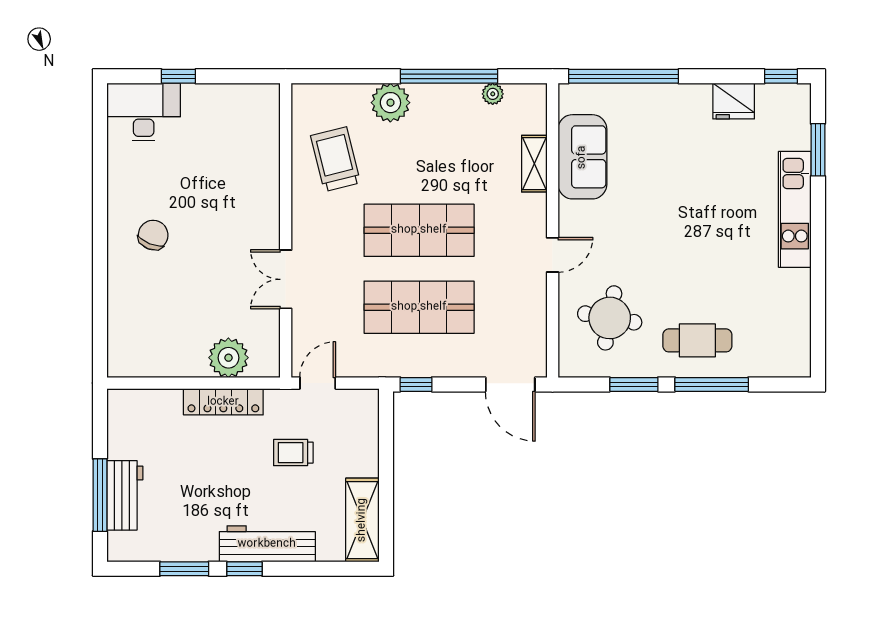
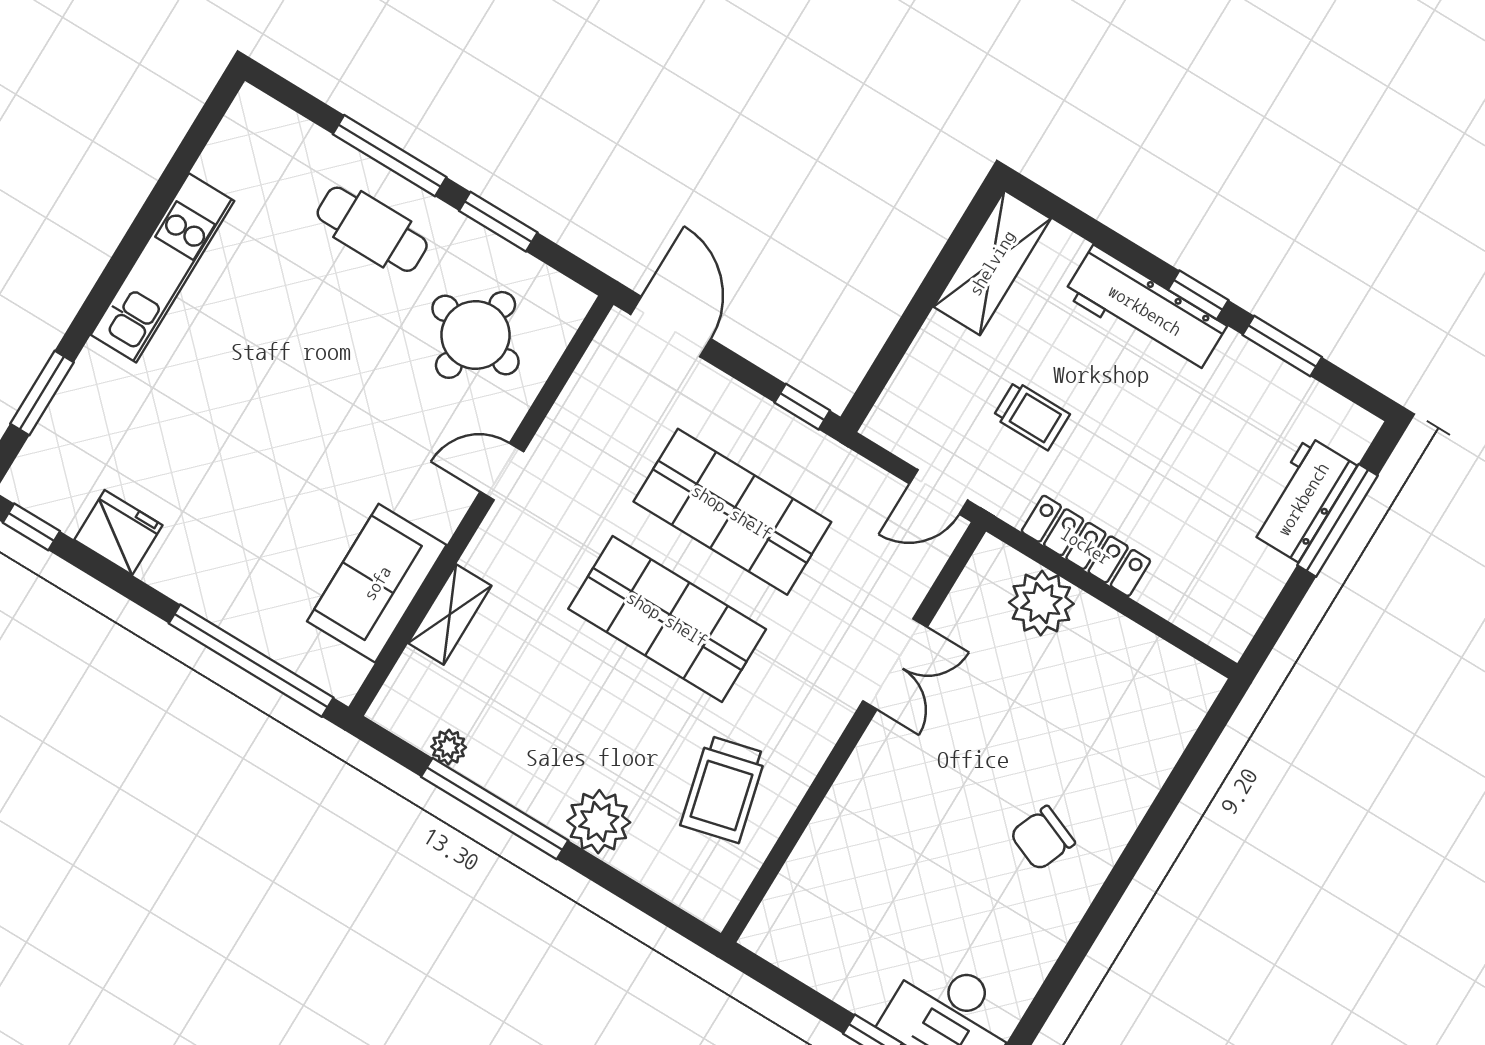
kitchen unit: (795, 209) -> (162, 268), moved

